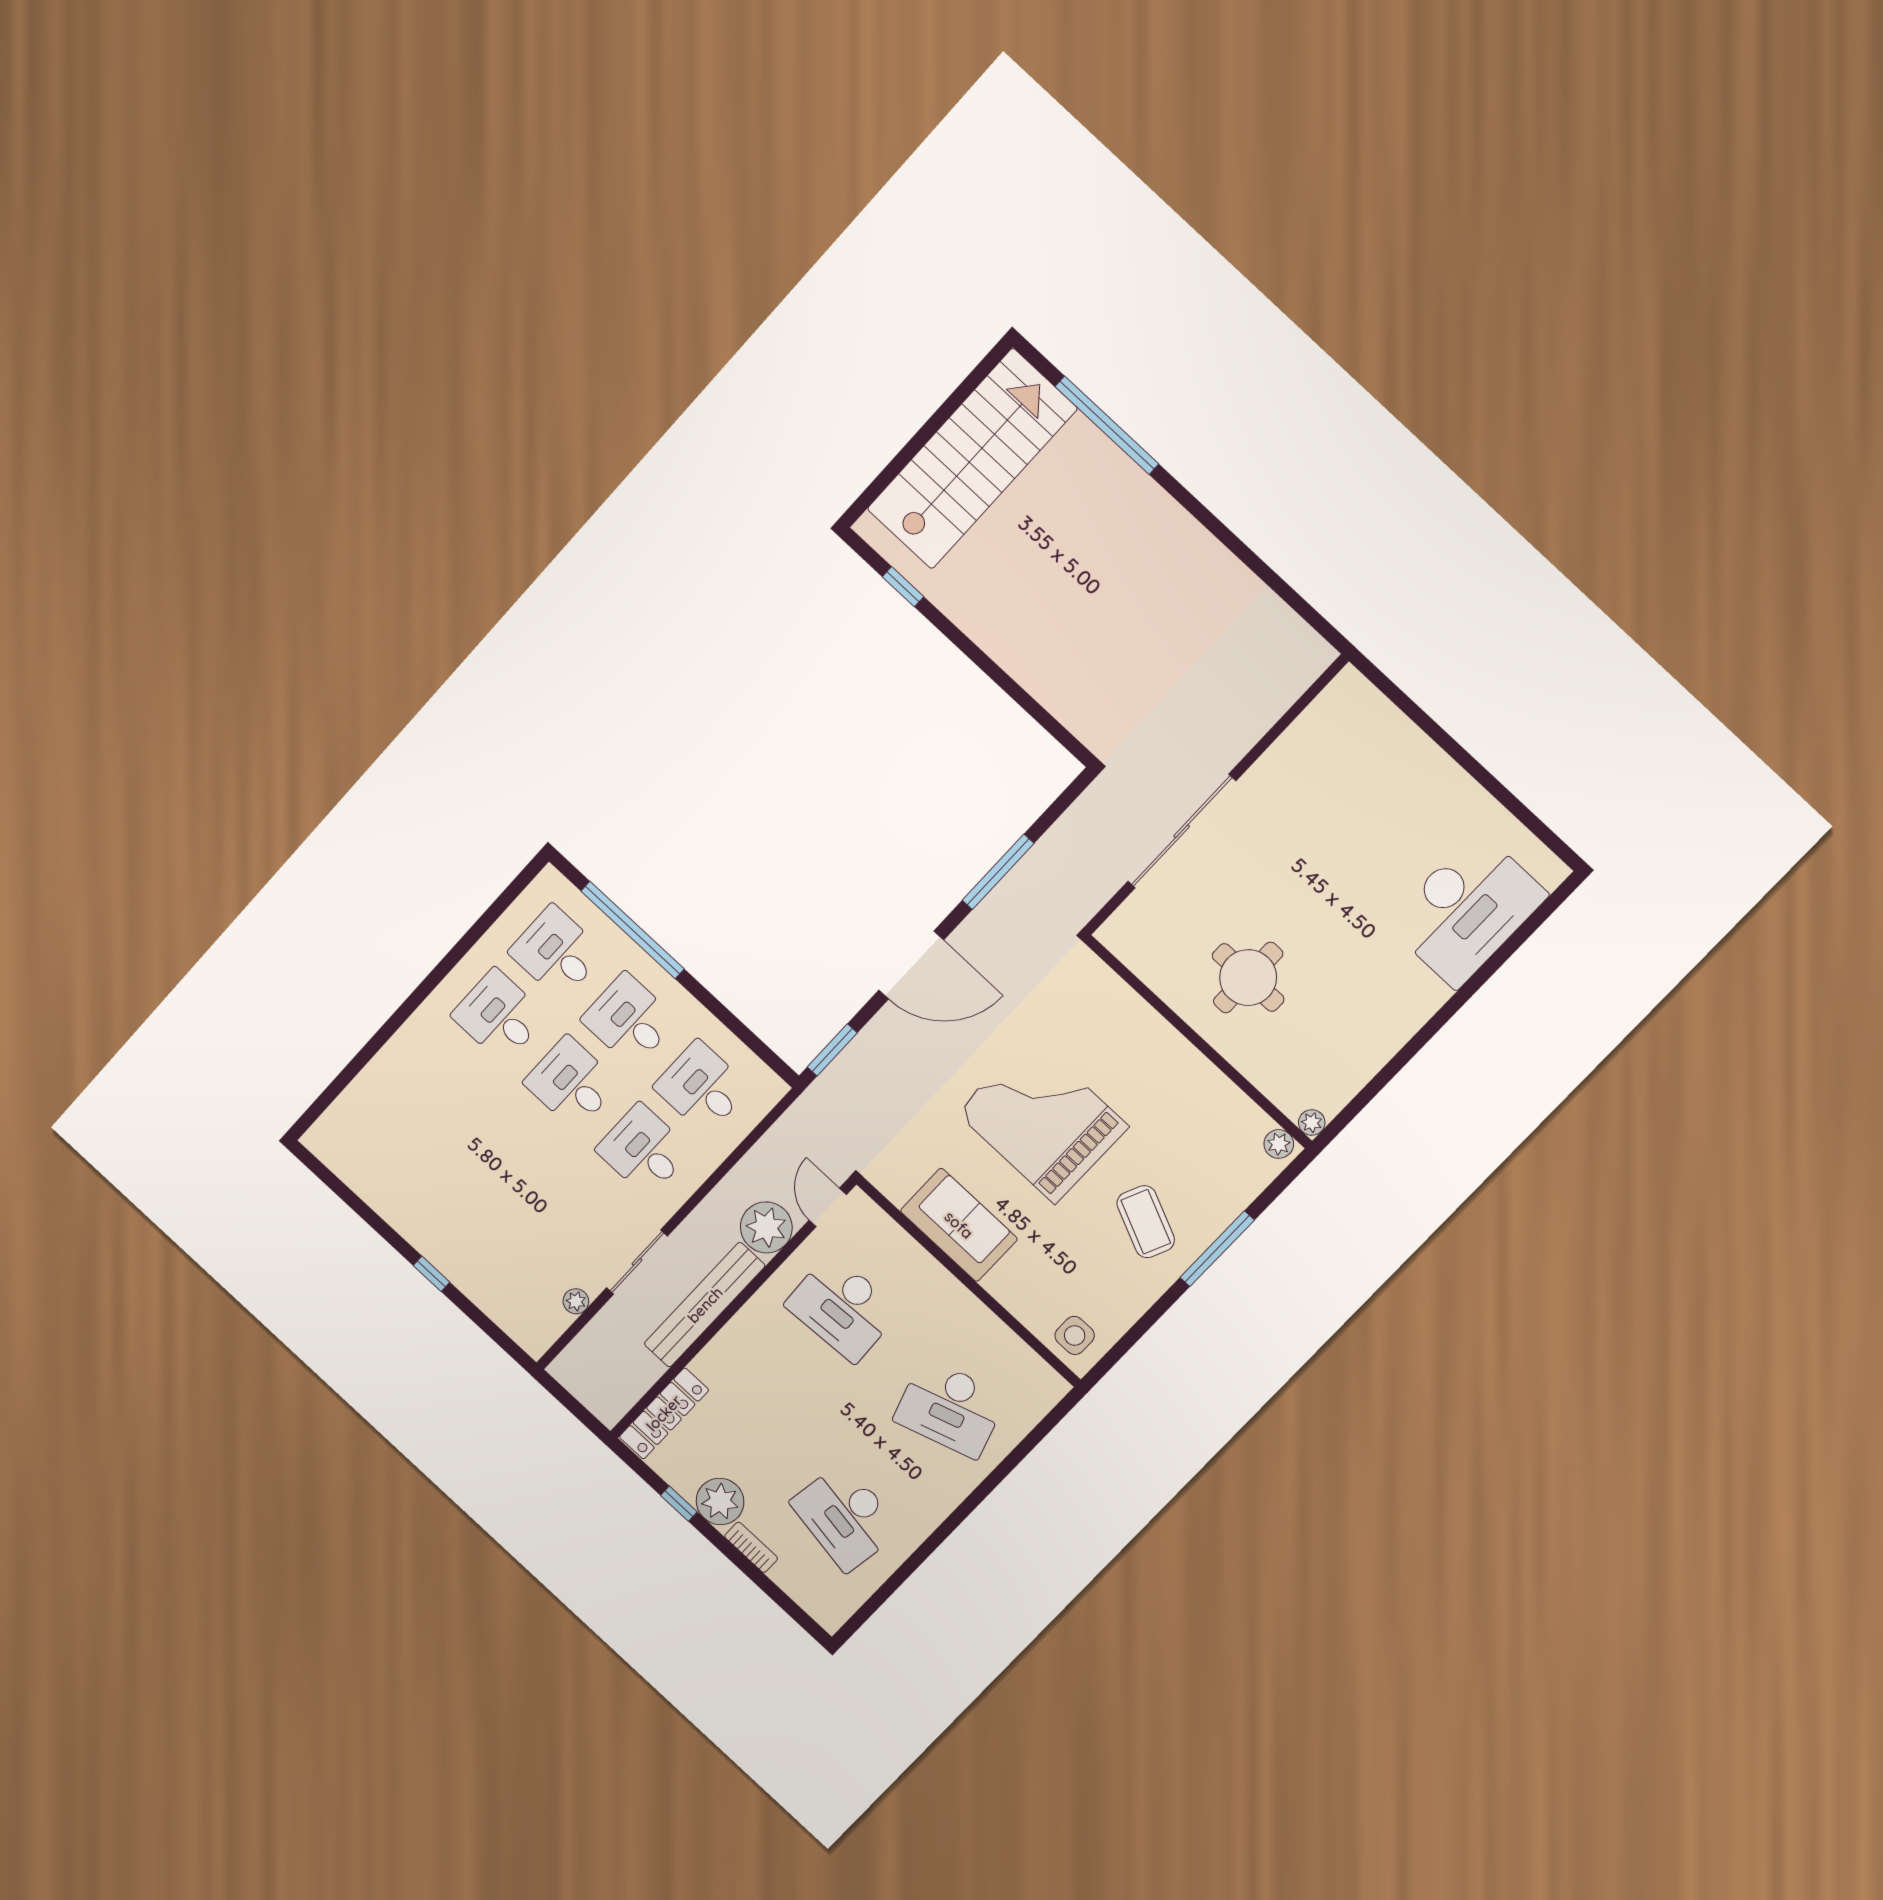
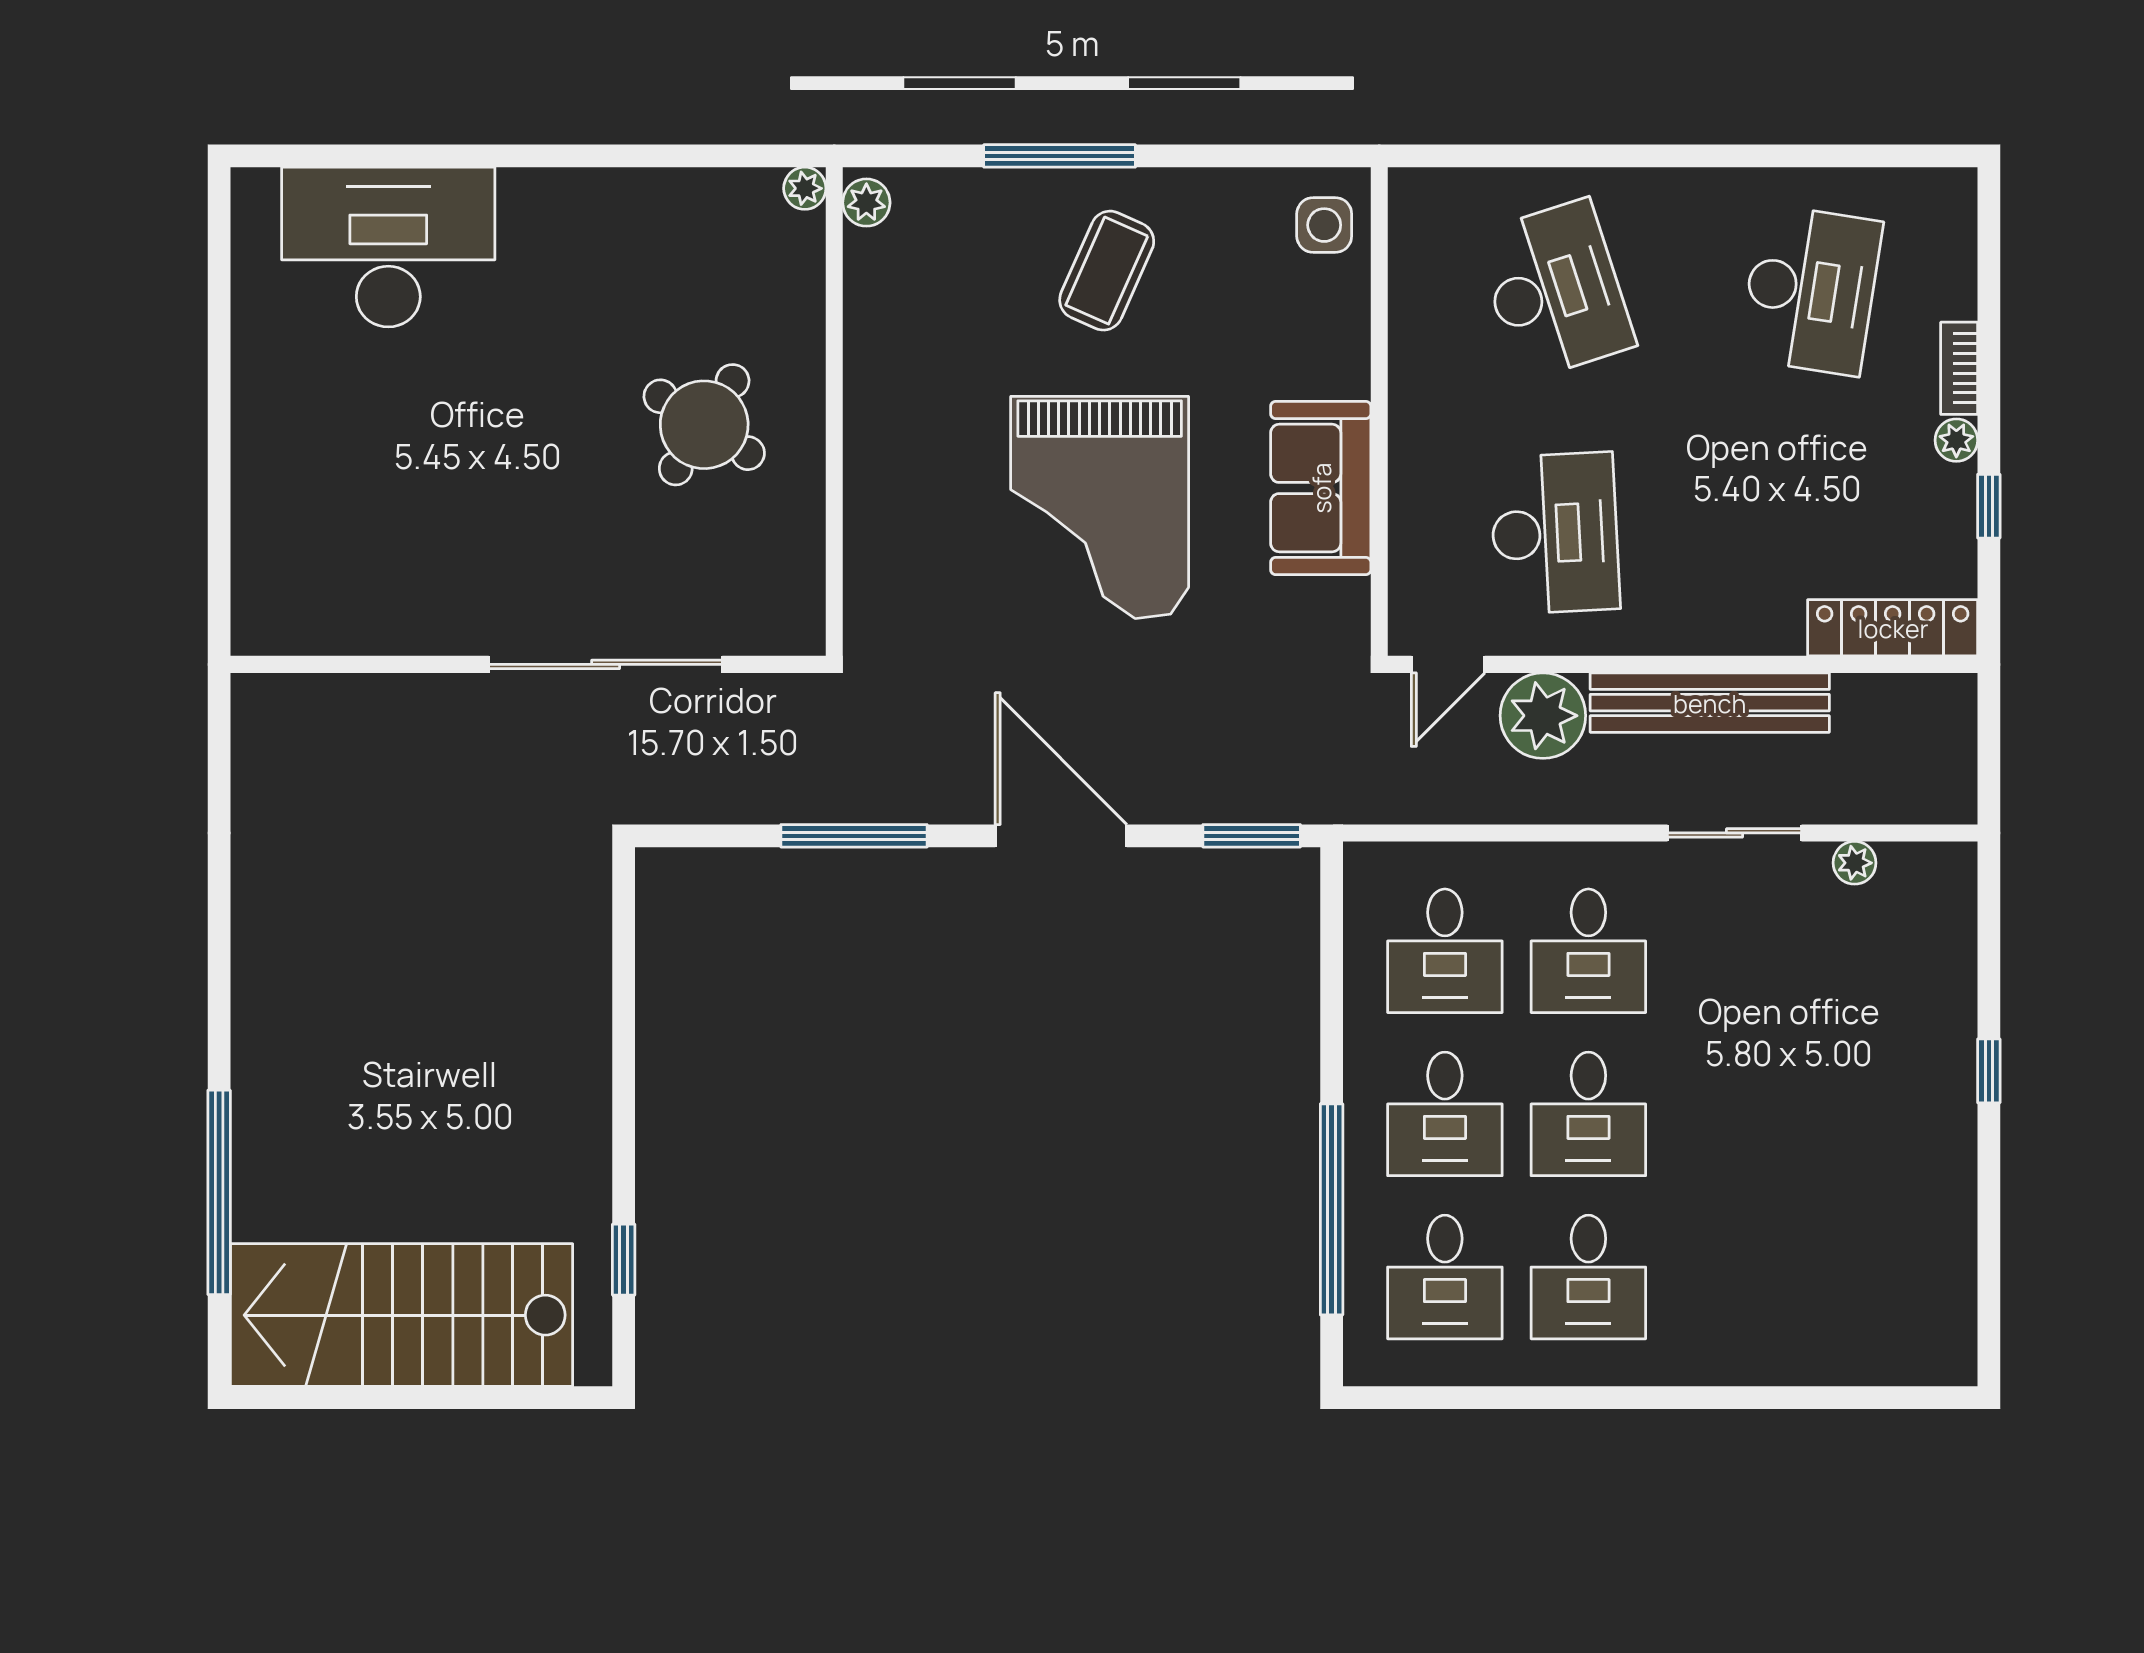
round table: (1248, 978) -> (704, 425), turned 33
plant: (720, 1501) -> (1956, 440), width x0.53, depth x0.53

